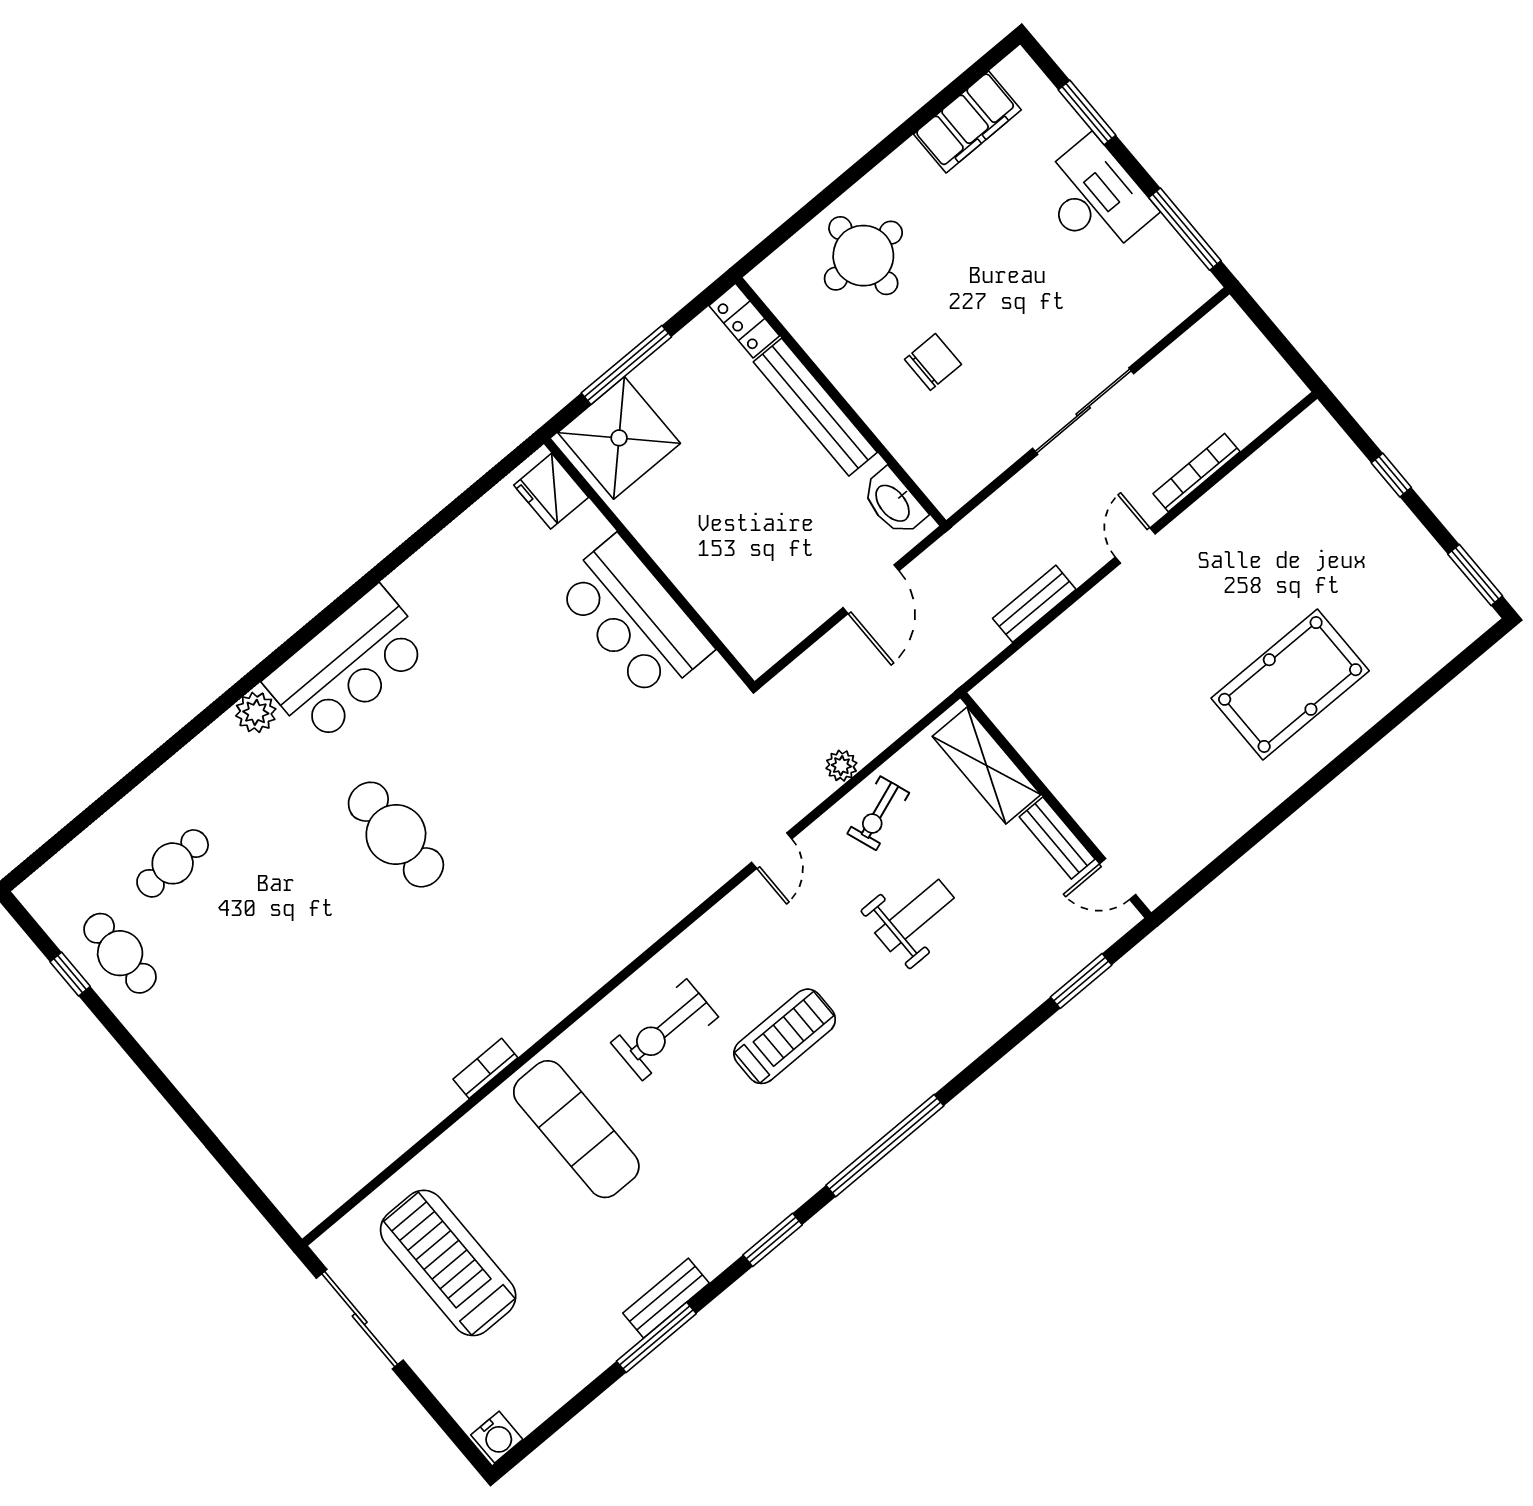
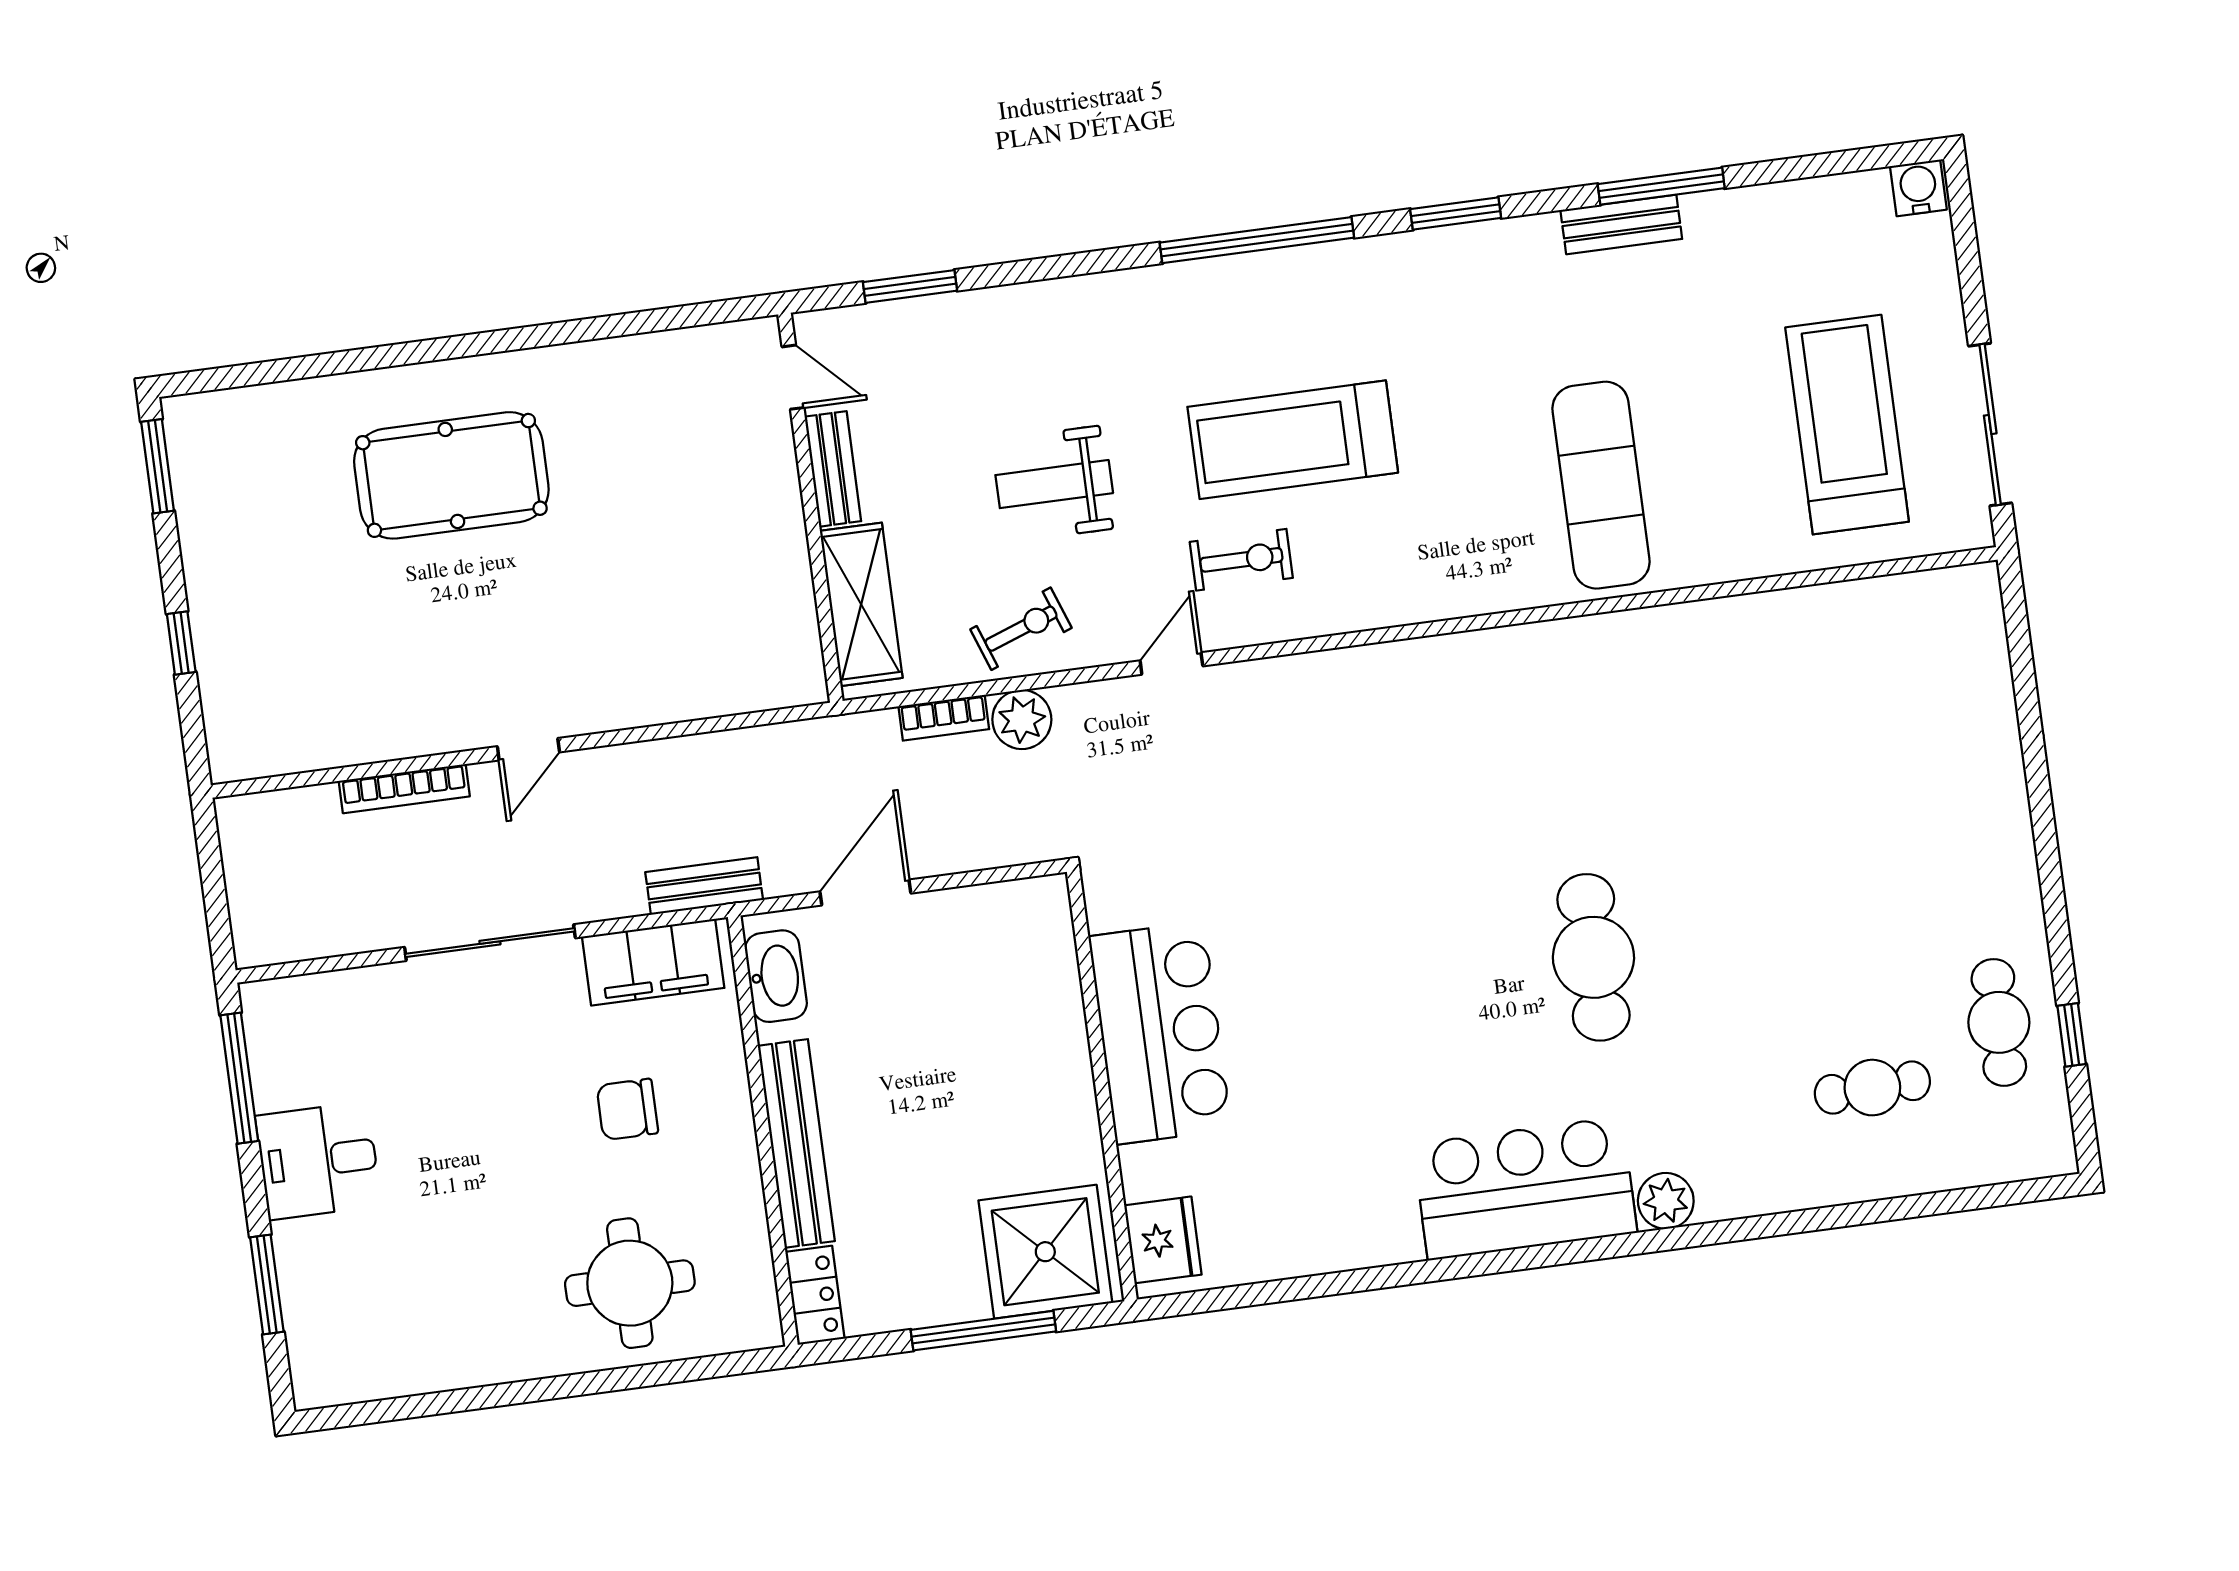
filing cabinet: (967, 122) -> (653, 962), moved, turned 180
desk: (1095, 198) -> (318, 1161), width x0.73
bench: (1034, 604) -> (704, 886), moved
plant: (841, 766) -> (1022, 720), width x1.38, depth x1.38
exercise bike: (665, 1030) -> (1241, 560), moved, width x0.73, depth x0.72
treadmill: (785, 1036) -> (1293, 440), width x1.37, depth x1.38
bookcase: (485, 1068) -> (944, 718), moved
treadmill: (448, 1263) -> (1847, 425), turned 180

